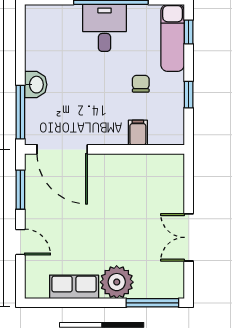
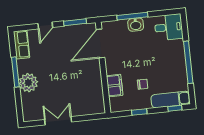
desk: (105, 28) -> (169, 27), moved
window: (20, 112) -> (132, 16), moved
filing cabinet: (138, 133) -> (115, 86), width x2.00
row of seats: (74, 287) -> (22, 44), moved
window: (152, 303) -> (15, 72), moved

